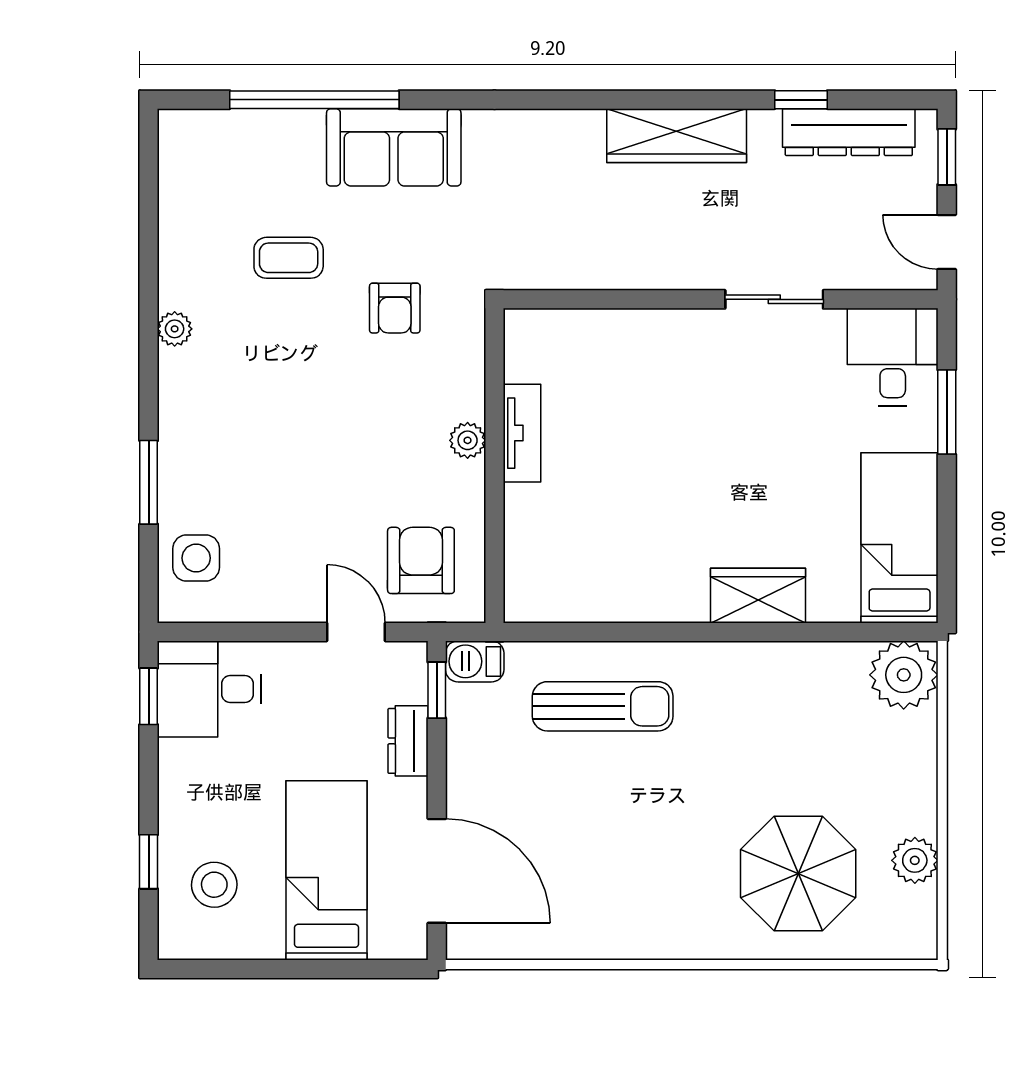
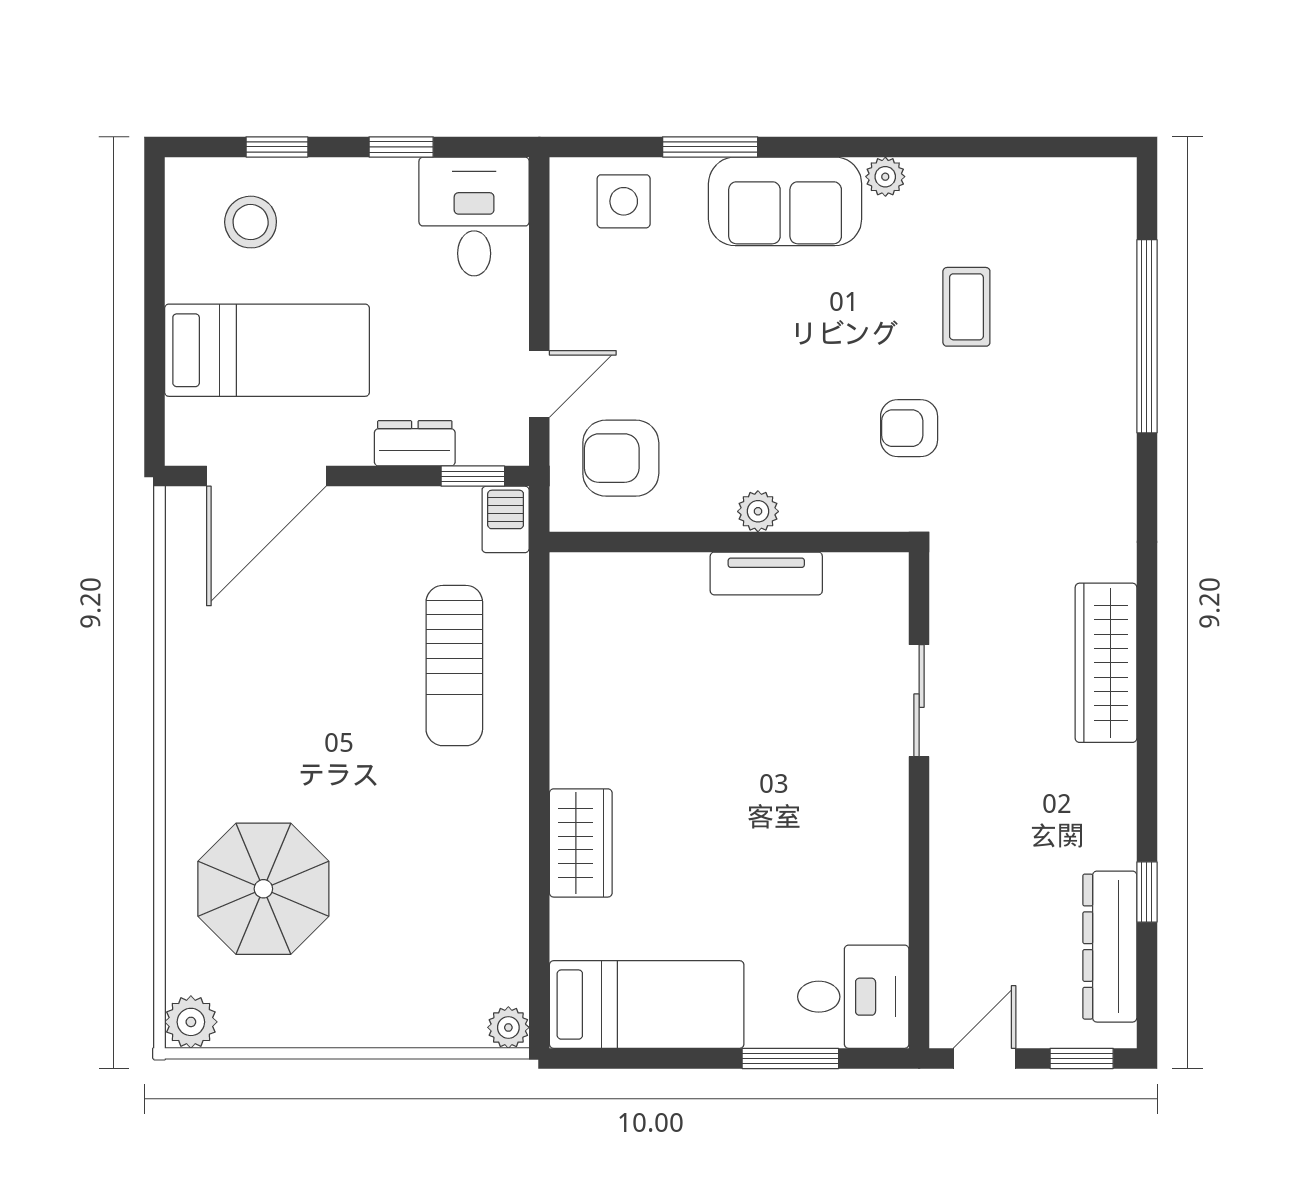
wardrobe: (677, 136) -> (1106, 663), moved
sofa: (394, 147) -> (785, 201), moved, turned -90
sliding door: (774, 299) -> (919, 701), moved
armchair: (421, 560) -> (621, 458), turned 180
plant: (904, 675) -> (508, 1027), width x0.53, depth x0.53
window: (149, 696) -> (401, 147), moved
plant: (915, 860) -> (191, 1022), moved

